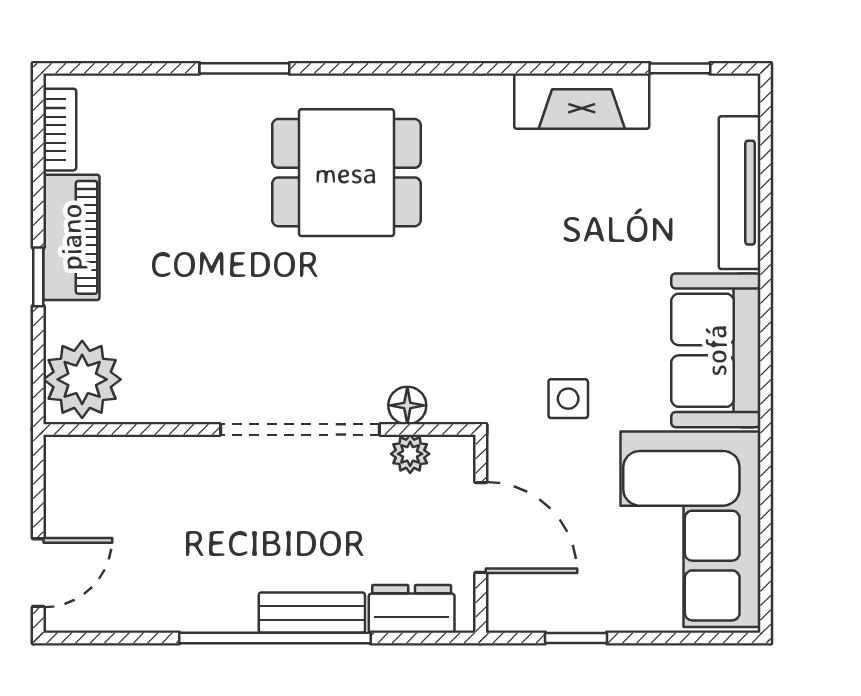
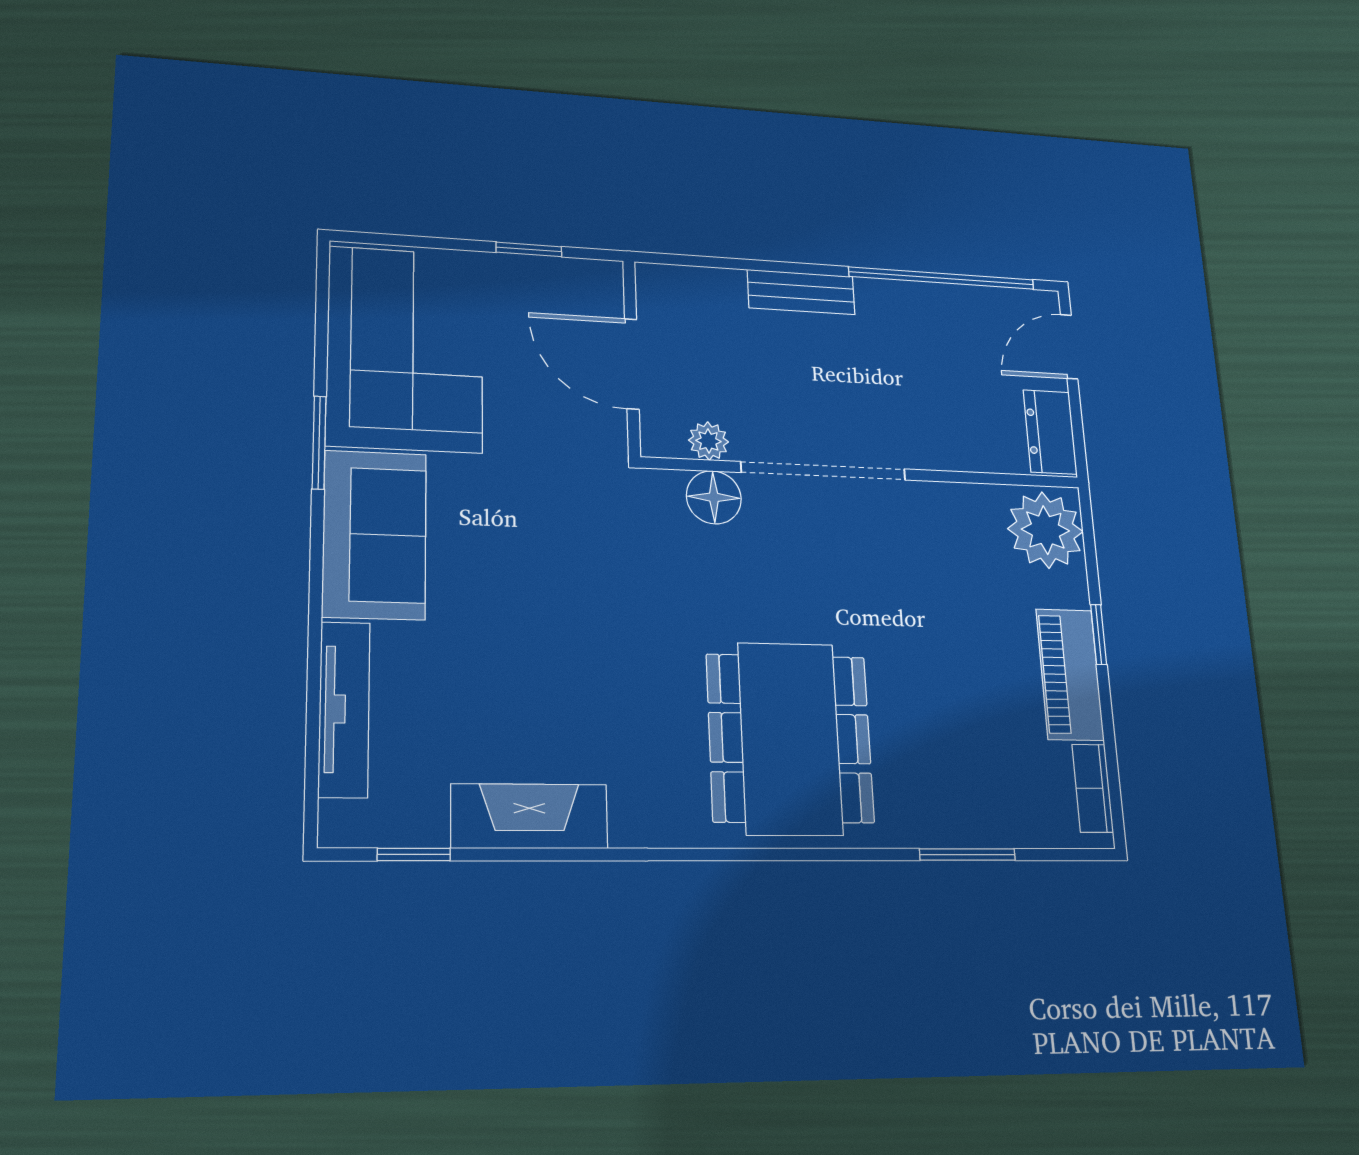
window: (244, 68) -> (967, 855), moved
dining table: (346, 173) -> (790, 738), width x1.38
side table: (568, 399) -> (541, 490), removed
floor lamp: (407, 405) -> (714, 497), width x1.37, depth x1.37
window: (765, 434) -> (319, 442), added
dresser: (412, 609) -> (1050, 432), moved, turned 90
window: (275, 638) -> (942, 278), moved

